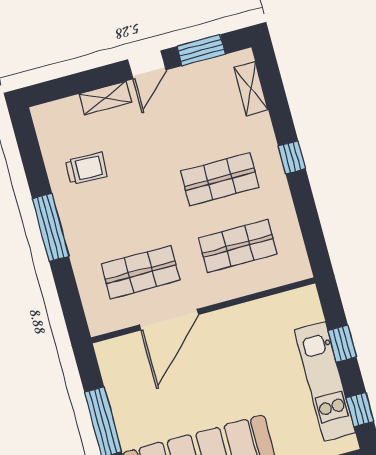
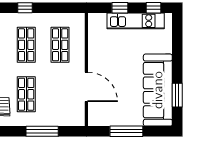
window: (51, 227) -> (42, 131), moved
shop shelf: (141, 272) -> (26, 94), moved

